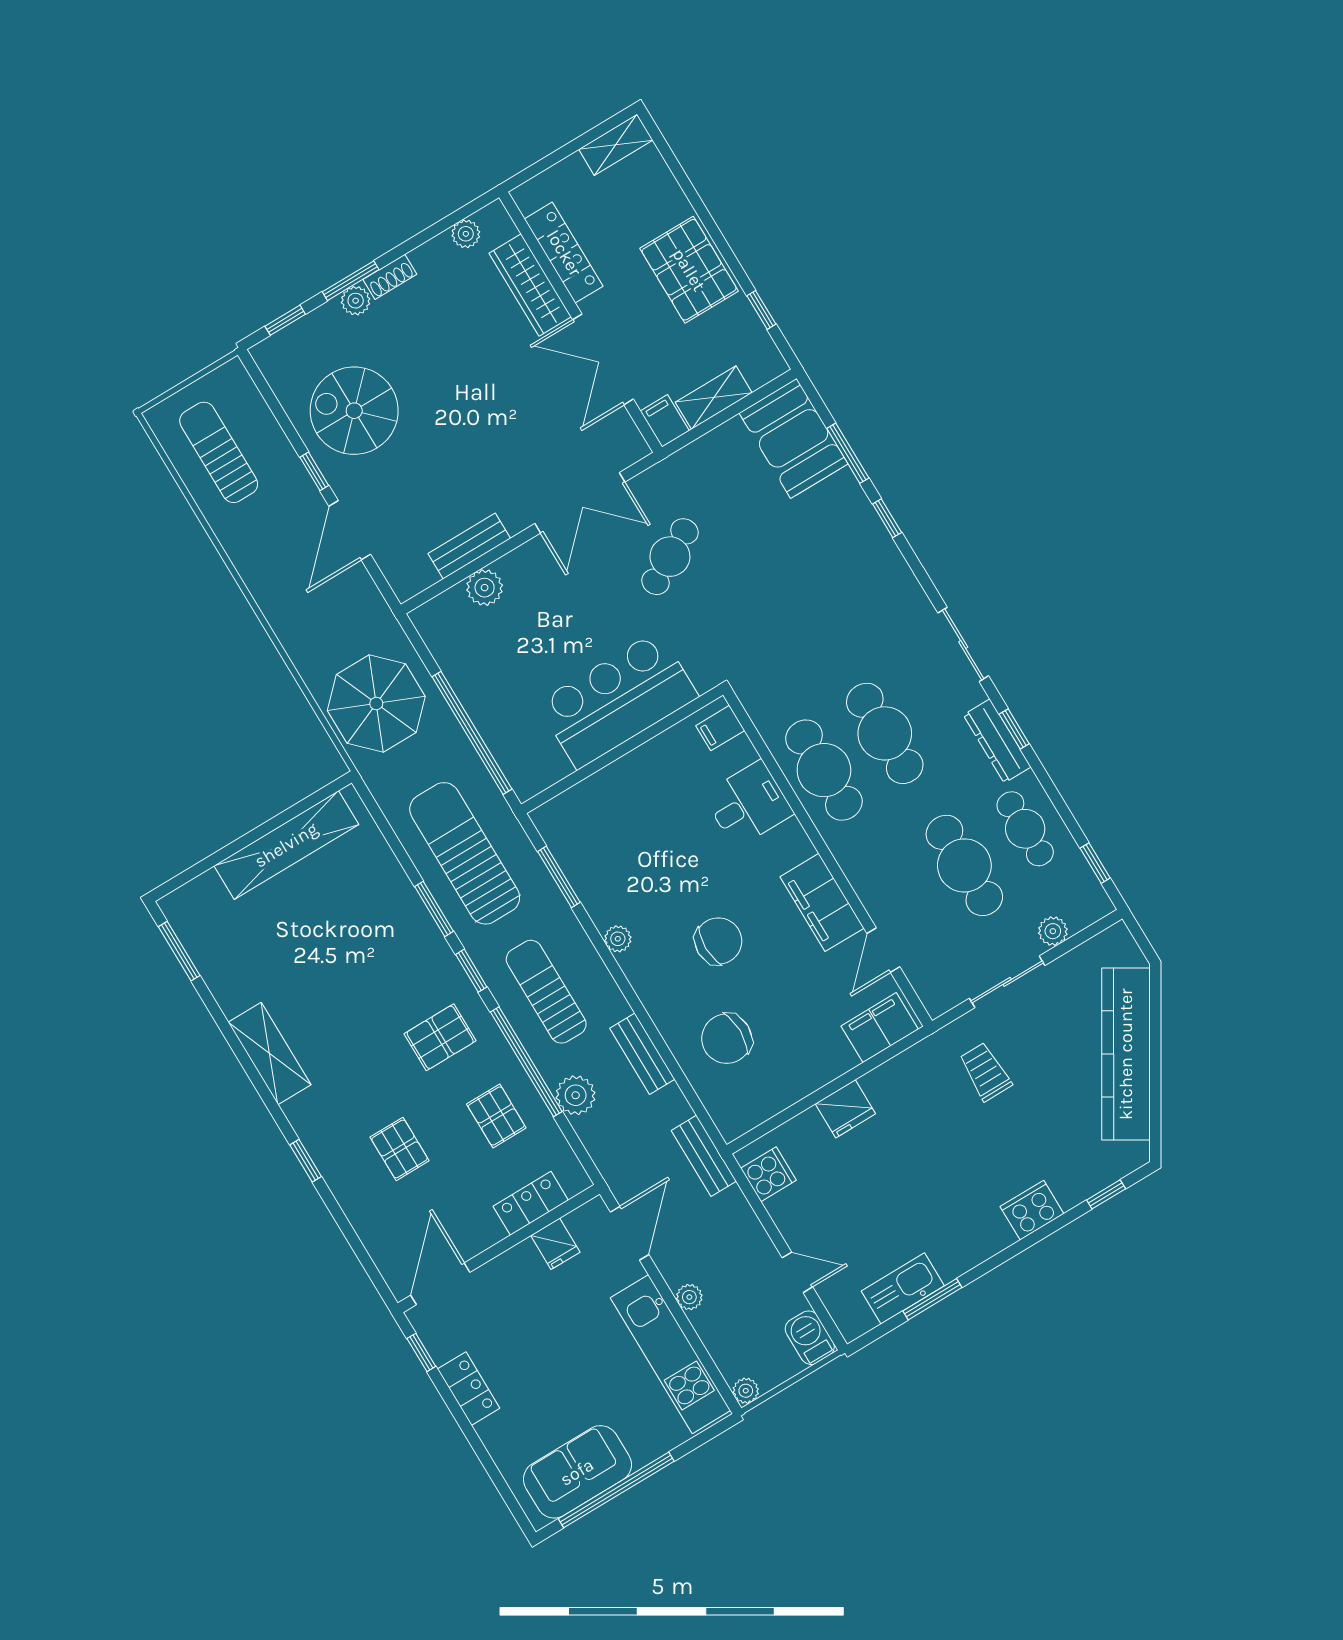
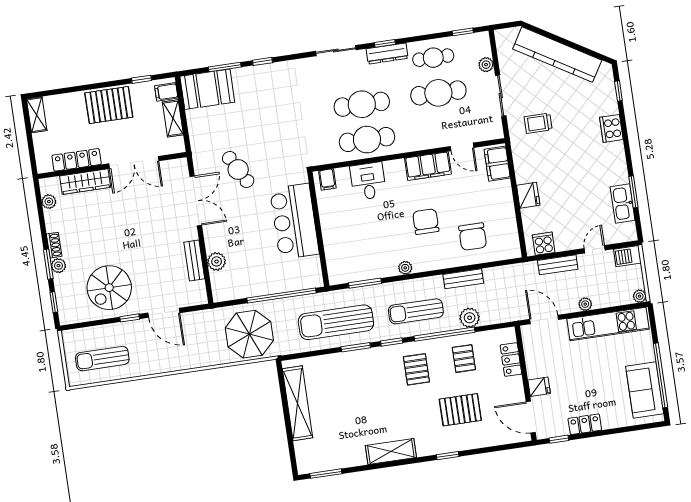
filing cabinet: (665, 421) -> (166, 92), moved
pallet: (496, 1116) -> (464, 359), turned 90
pallet: (400, 1149) -> (460, 410), width x1.50, depth x1.42
bench: (704, 1156) -> (558, 265), moved
fridge: (555, 1244) -> (539, 387), moved

